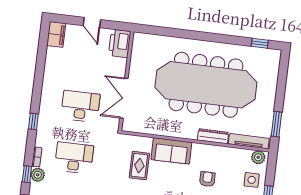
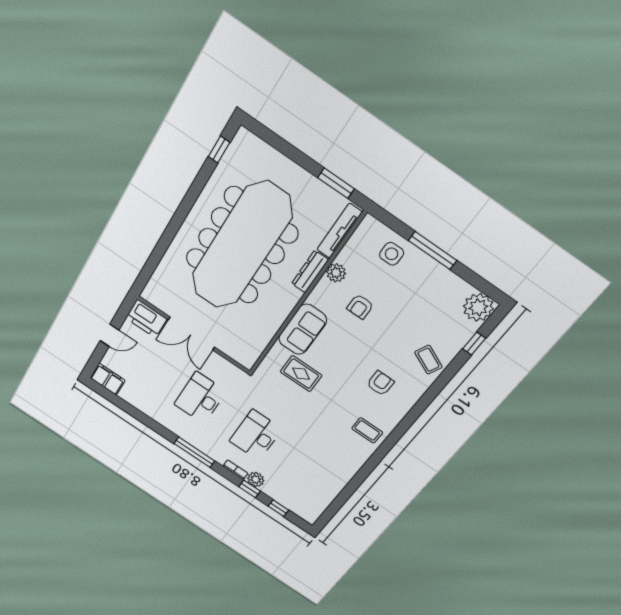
double door: (124, 98) -> (192, 334), moved
window: (33, 121) -> (194, 452), width x2.17
plant: (258, 157) -> (336, 273), moved
armchair: (207, 179) -> (360, 307), turned -90

